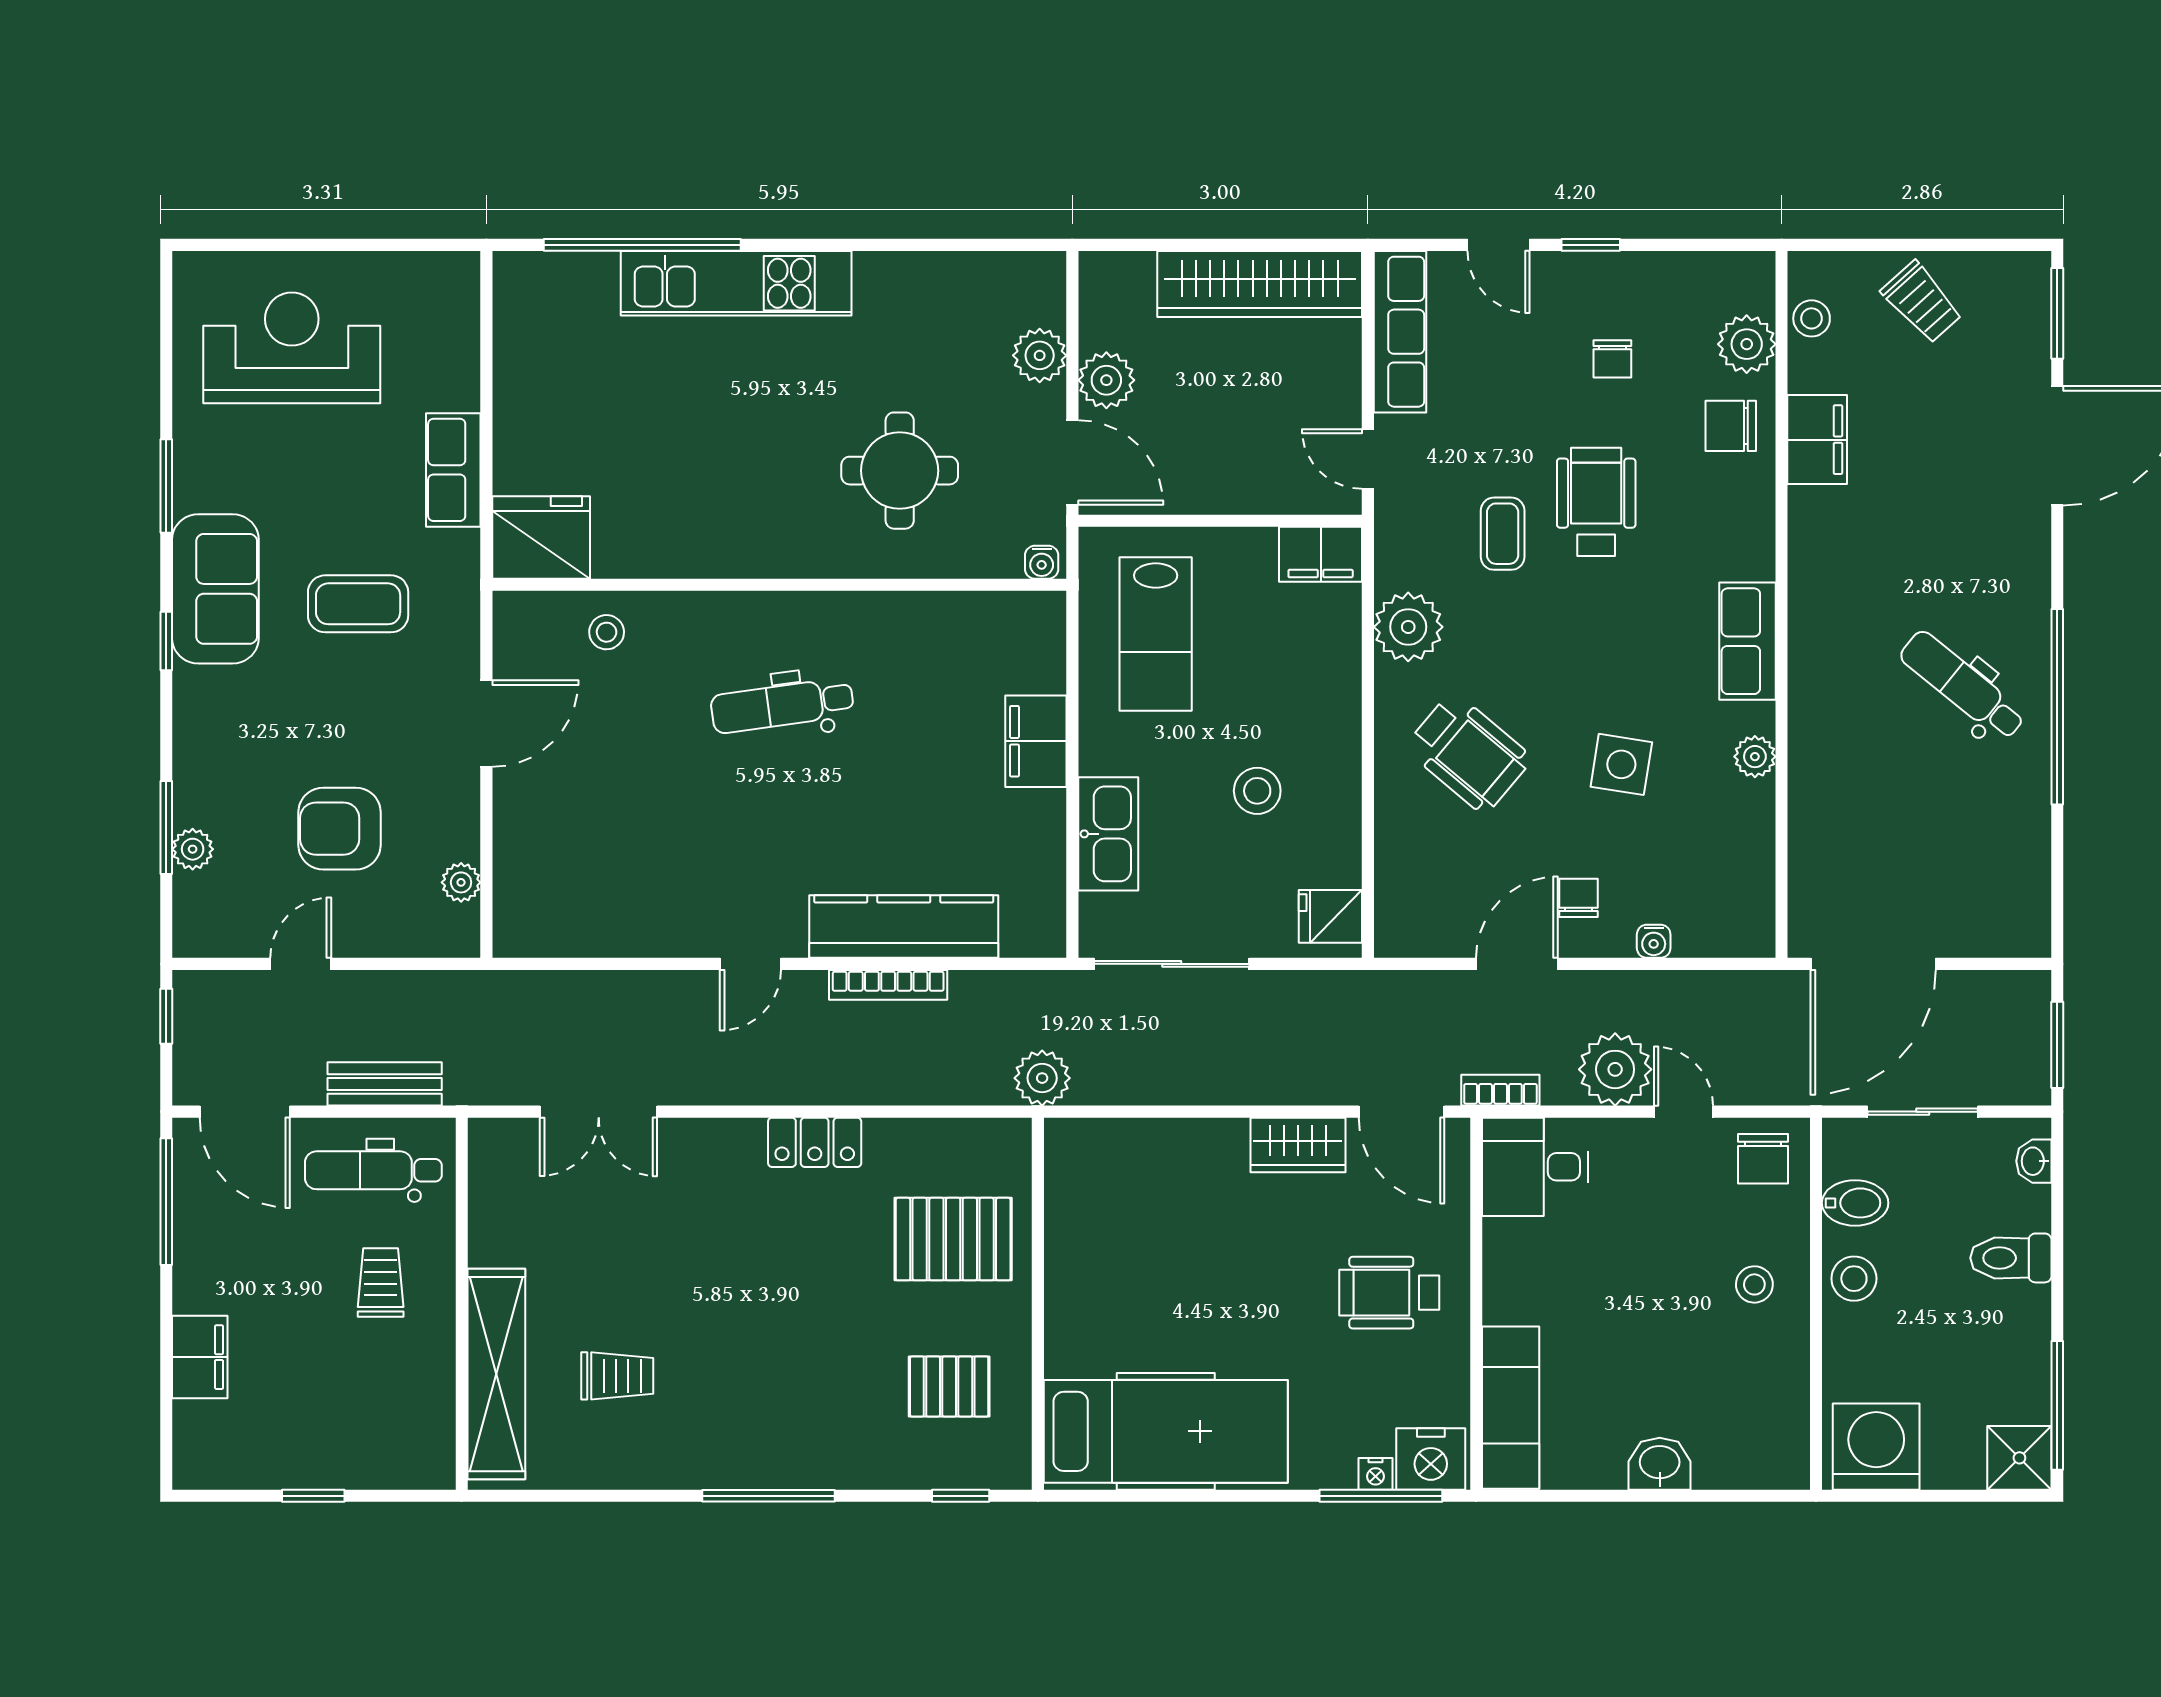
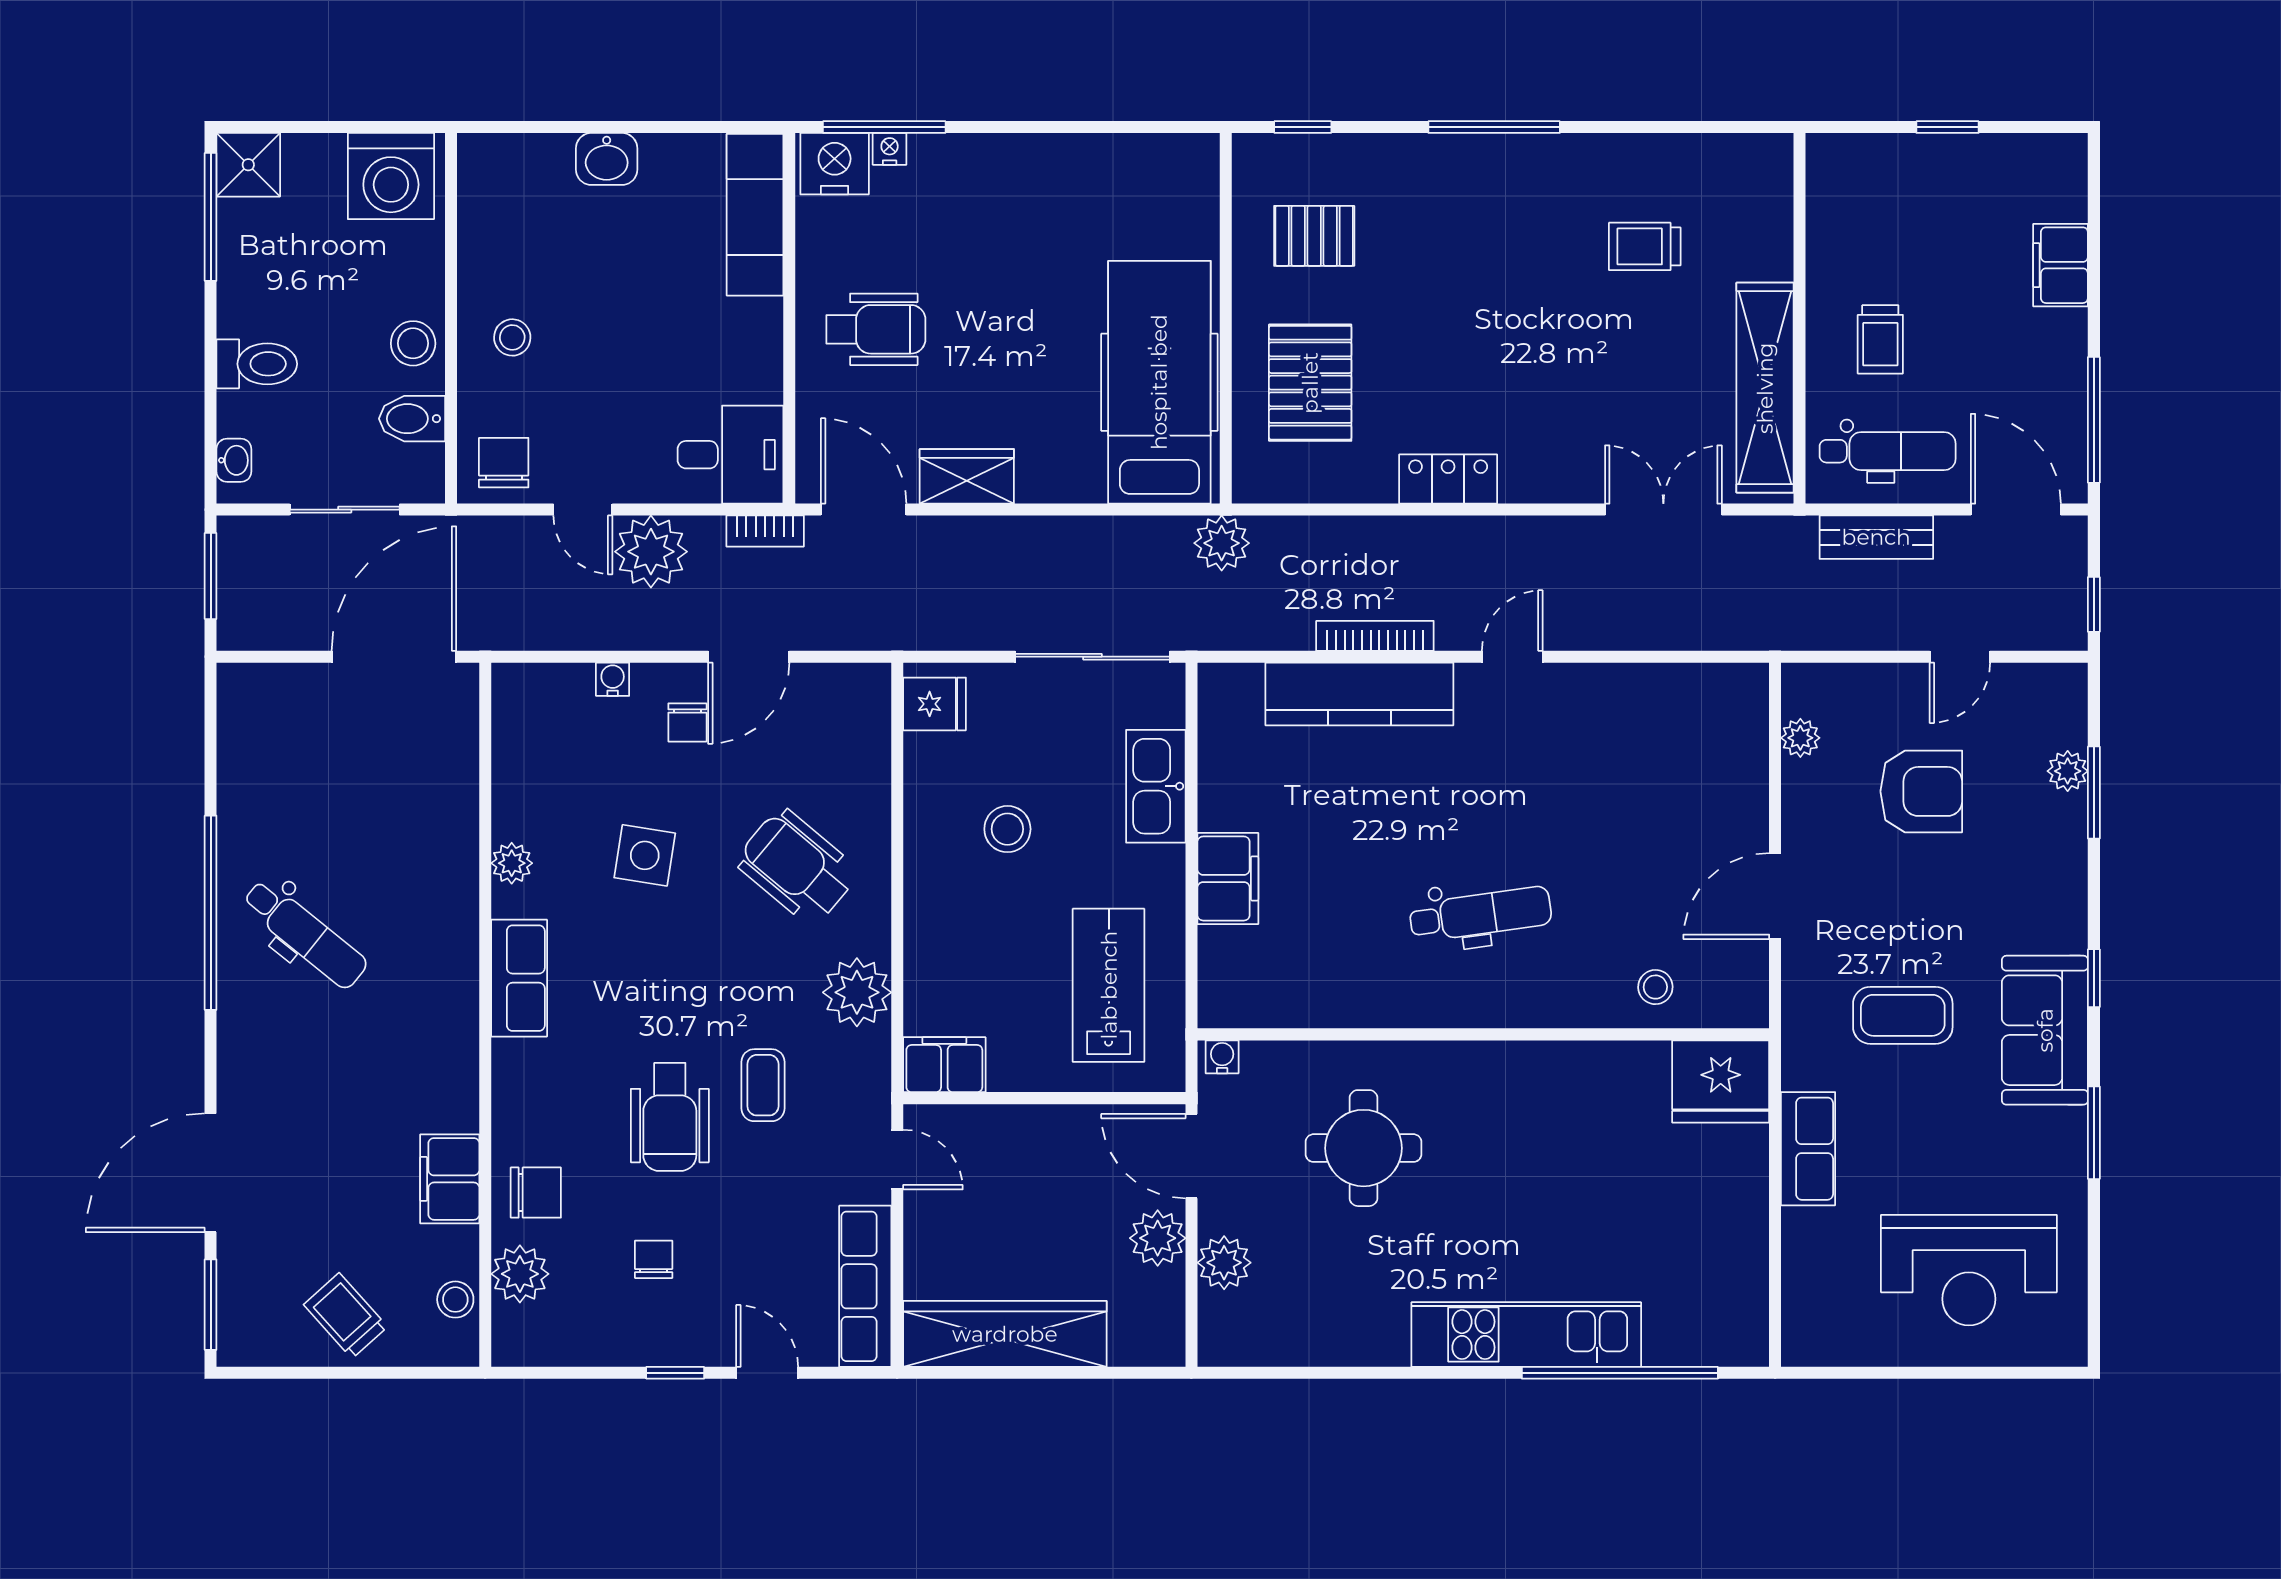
pallet: (953, 1239) -> (1310, 383), turned 90
shelving: (496, 1374) -> (1765, 388), moved
hospital bed: (1166, 1431) -> (1159, 382), moved, turned 90

